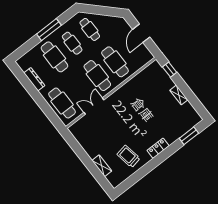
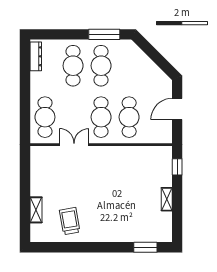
cafe table: (90, 29) -> (129, 66), removed
window: (49, 30) -> (104, 34), moved
cafe table: (72, 43) -> (101, 66), width x1.37, depth x1.35
dresser: (34, 79) -> (36, 56), moved
locker: (158, 148) -> (105, 236), removed

